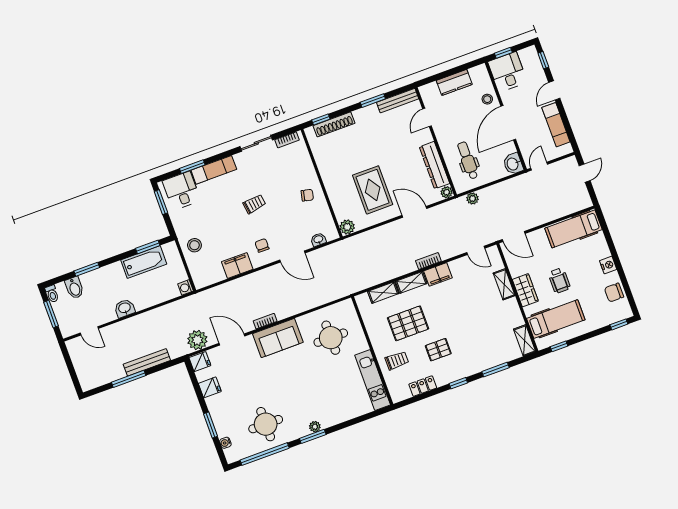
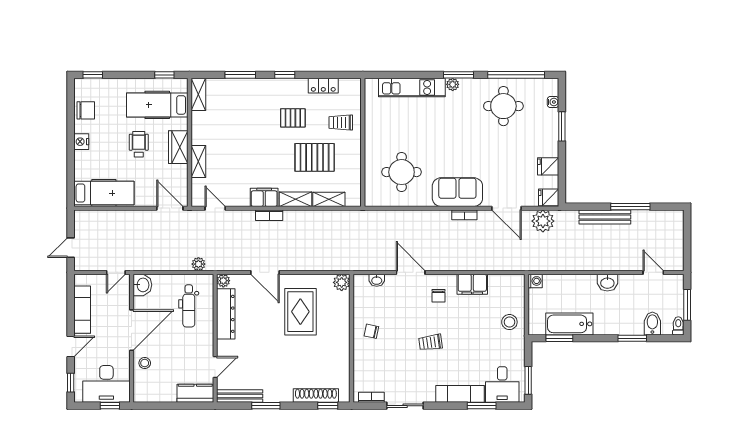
desk: (508, 72) -> (106, 384), width x1.37
kitchen counter: (454, 82) -> (195, 393), moved
kitchen unit: (373, 380) -> (412, 87), moved, turned 90

